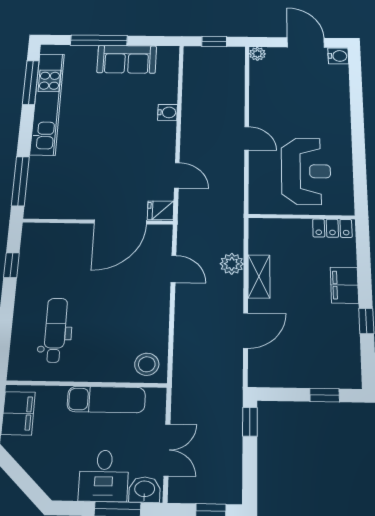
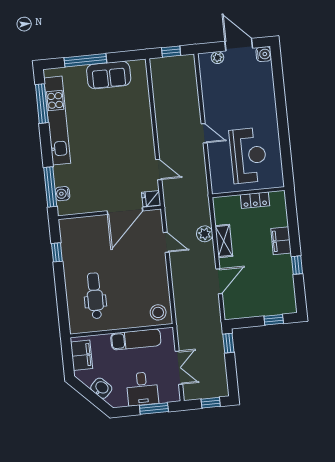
plant: (257, 54) -> (217, 58), moved
water cooler: (167, 112) -> (62, 194), moved, turned 180
locker: (332, 228) -> (255, 200), moved
washbasin: (145, 490) -> (101, 388), moved, turned 45

